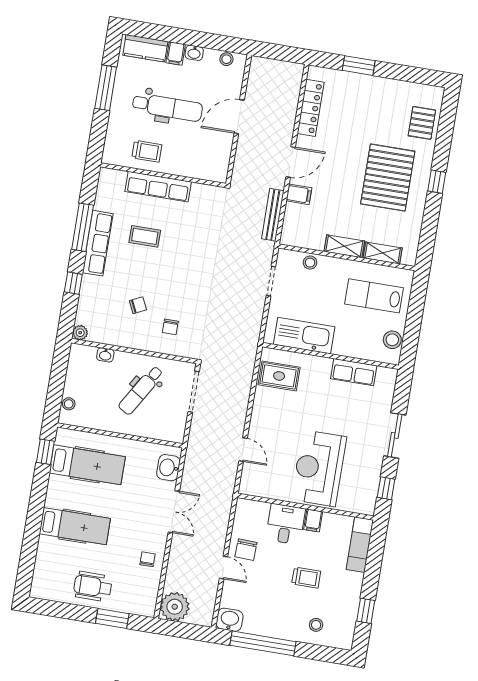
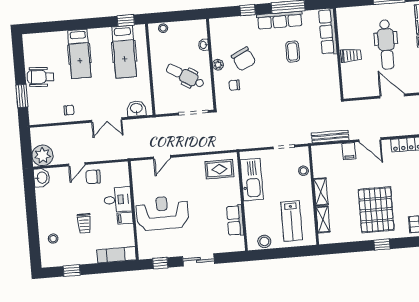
trolley: (147, 151) -> (351, 55), moved, turned -90
pallet: (388, 178) -> (376, 210), turned 90
row of seats: (158, 187) -> (328, 32), moved
lab bench: (374, 296) -> (292, 221), turned 180
chair: (138, 305) -> (244, 59), width x1.87, depth x1.87
plant: (80, 333) -> (218, 65), moved
rug: (279, 376) -> (219, 169), turned 90
wheelchair: (93, 586) -> (41, 77), turned -86
plant: (175, 607) -> (42, 155), moved
window: (263, 643) -> (31, 205), removed

